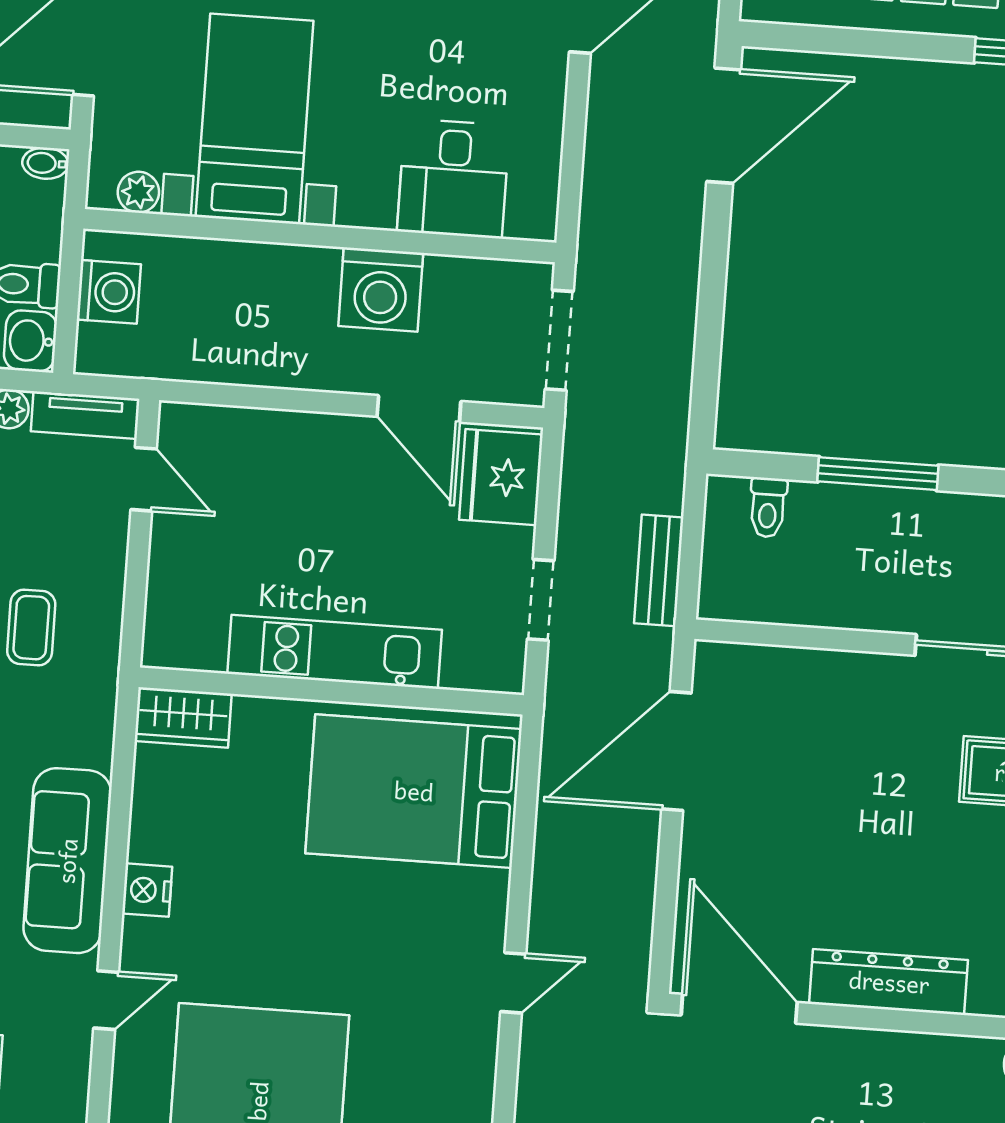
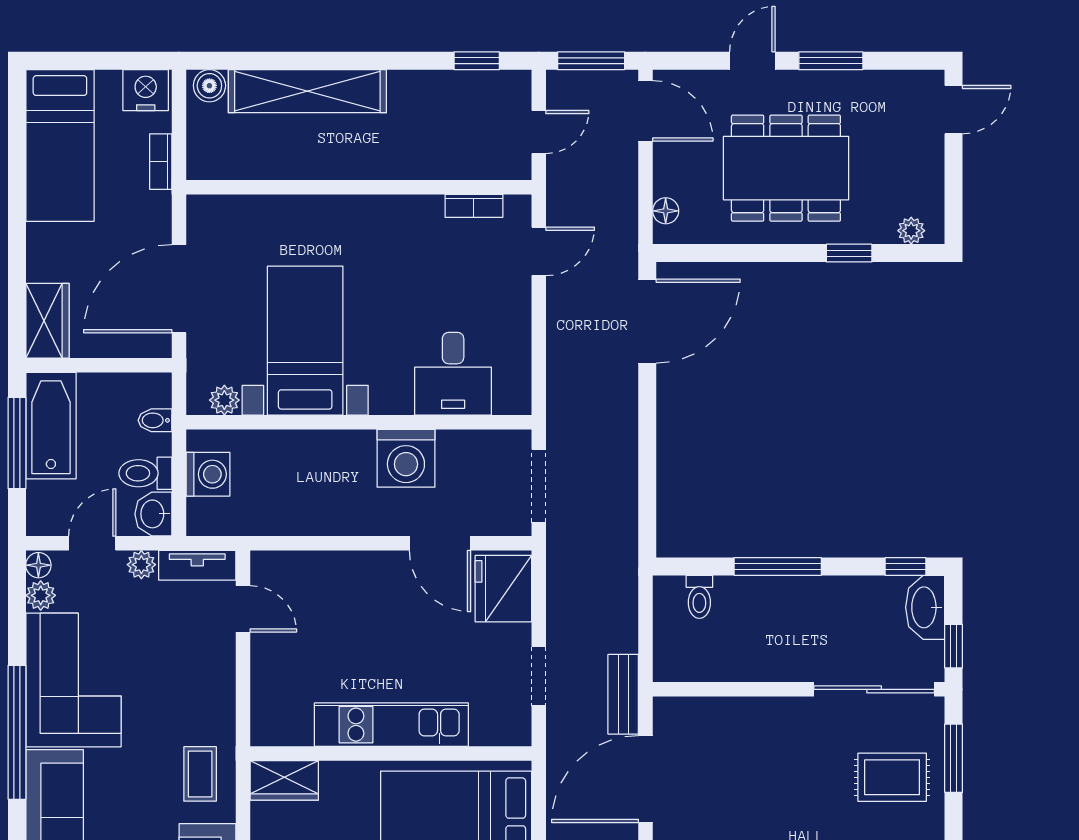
bidet: (45, 163) -> (155, 420), moved
bench: (659, 570) -> (623, 694), moved
coffee table: (31, 628) -> (200, 774), moved

